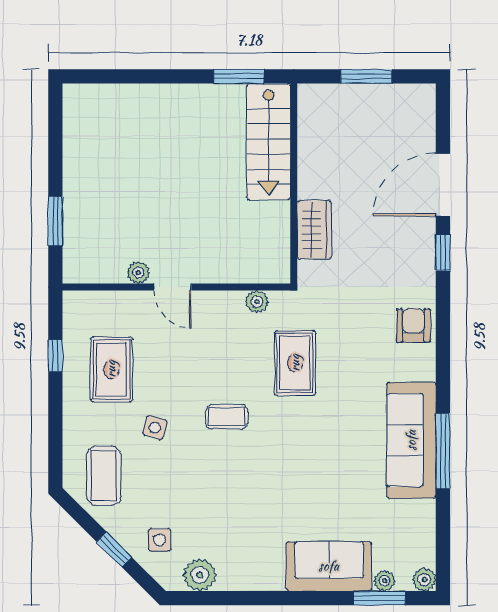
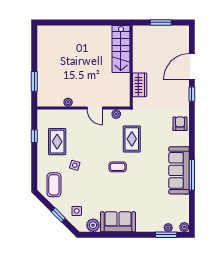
window: (239, 76) -> (109, 22), removed
door: (173, 287) -> (95, 108), moved
coffee table: (227, 417) -> (118, 167), moved
sofa: (329, 566) -> (118, 222), moved

